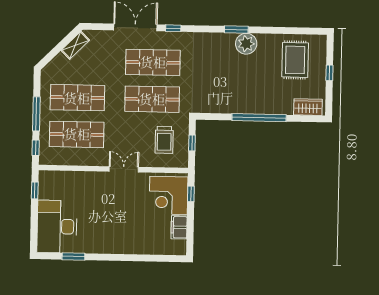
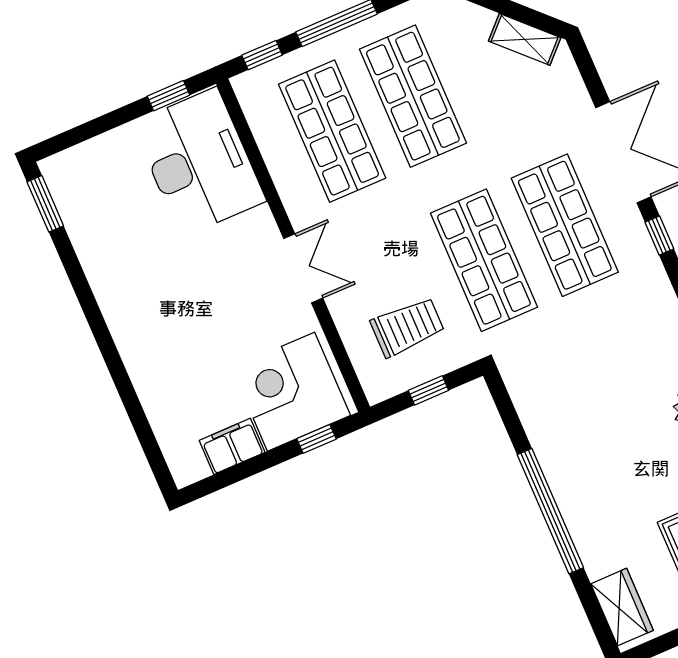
trolley: (164, 140) -> (407, 327), turned 180
desk: (57, 227) -> (199, 162), moved, turned 90
window: (73, 256) -> (45, 204), moved

